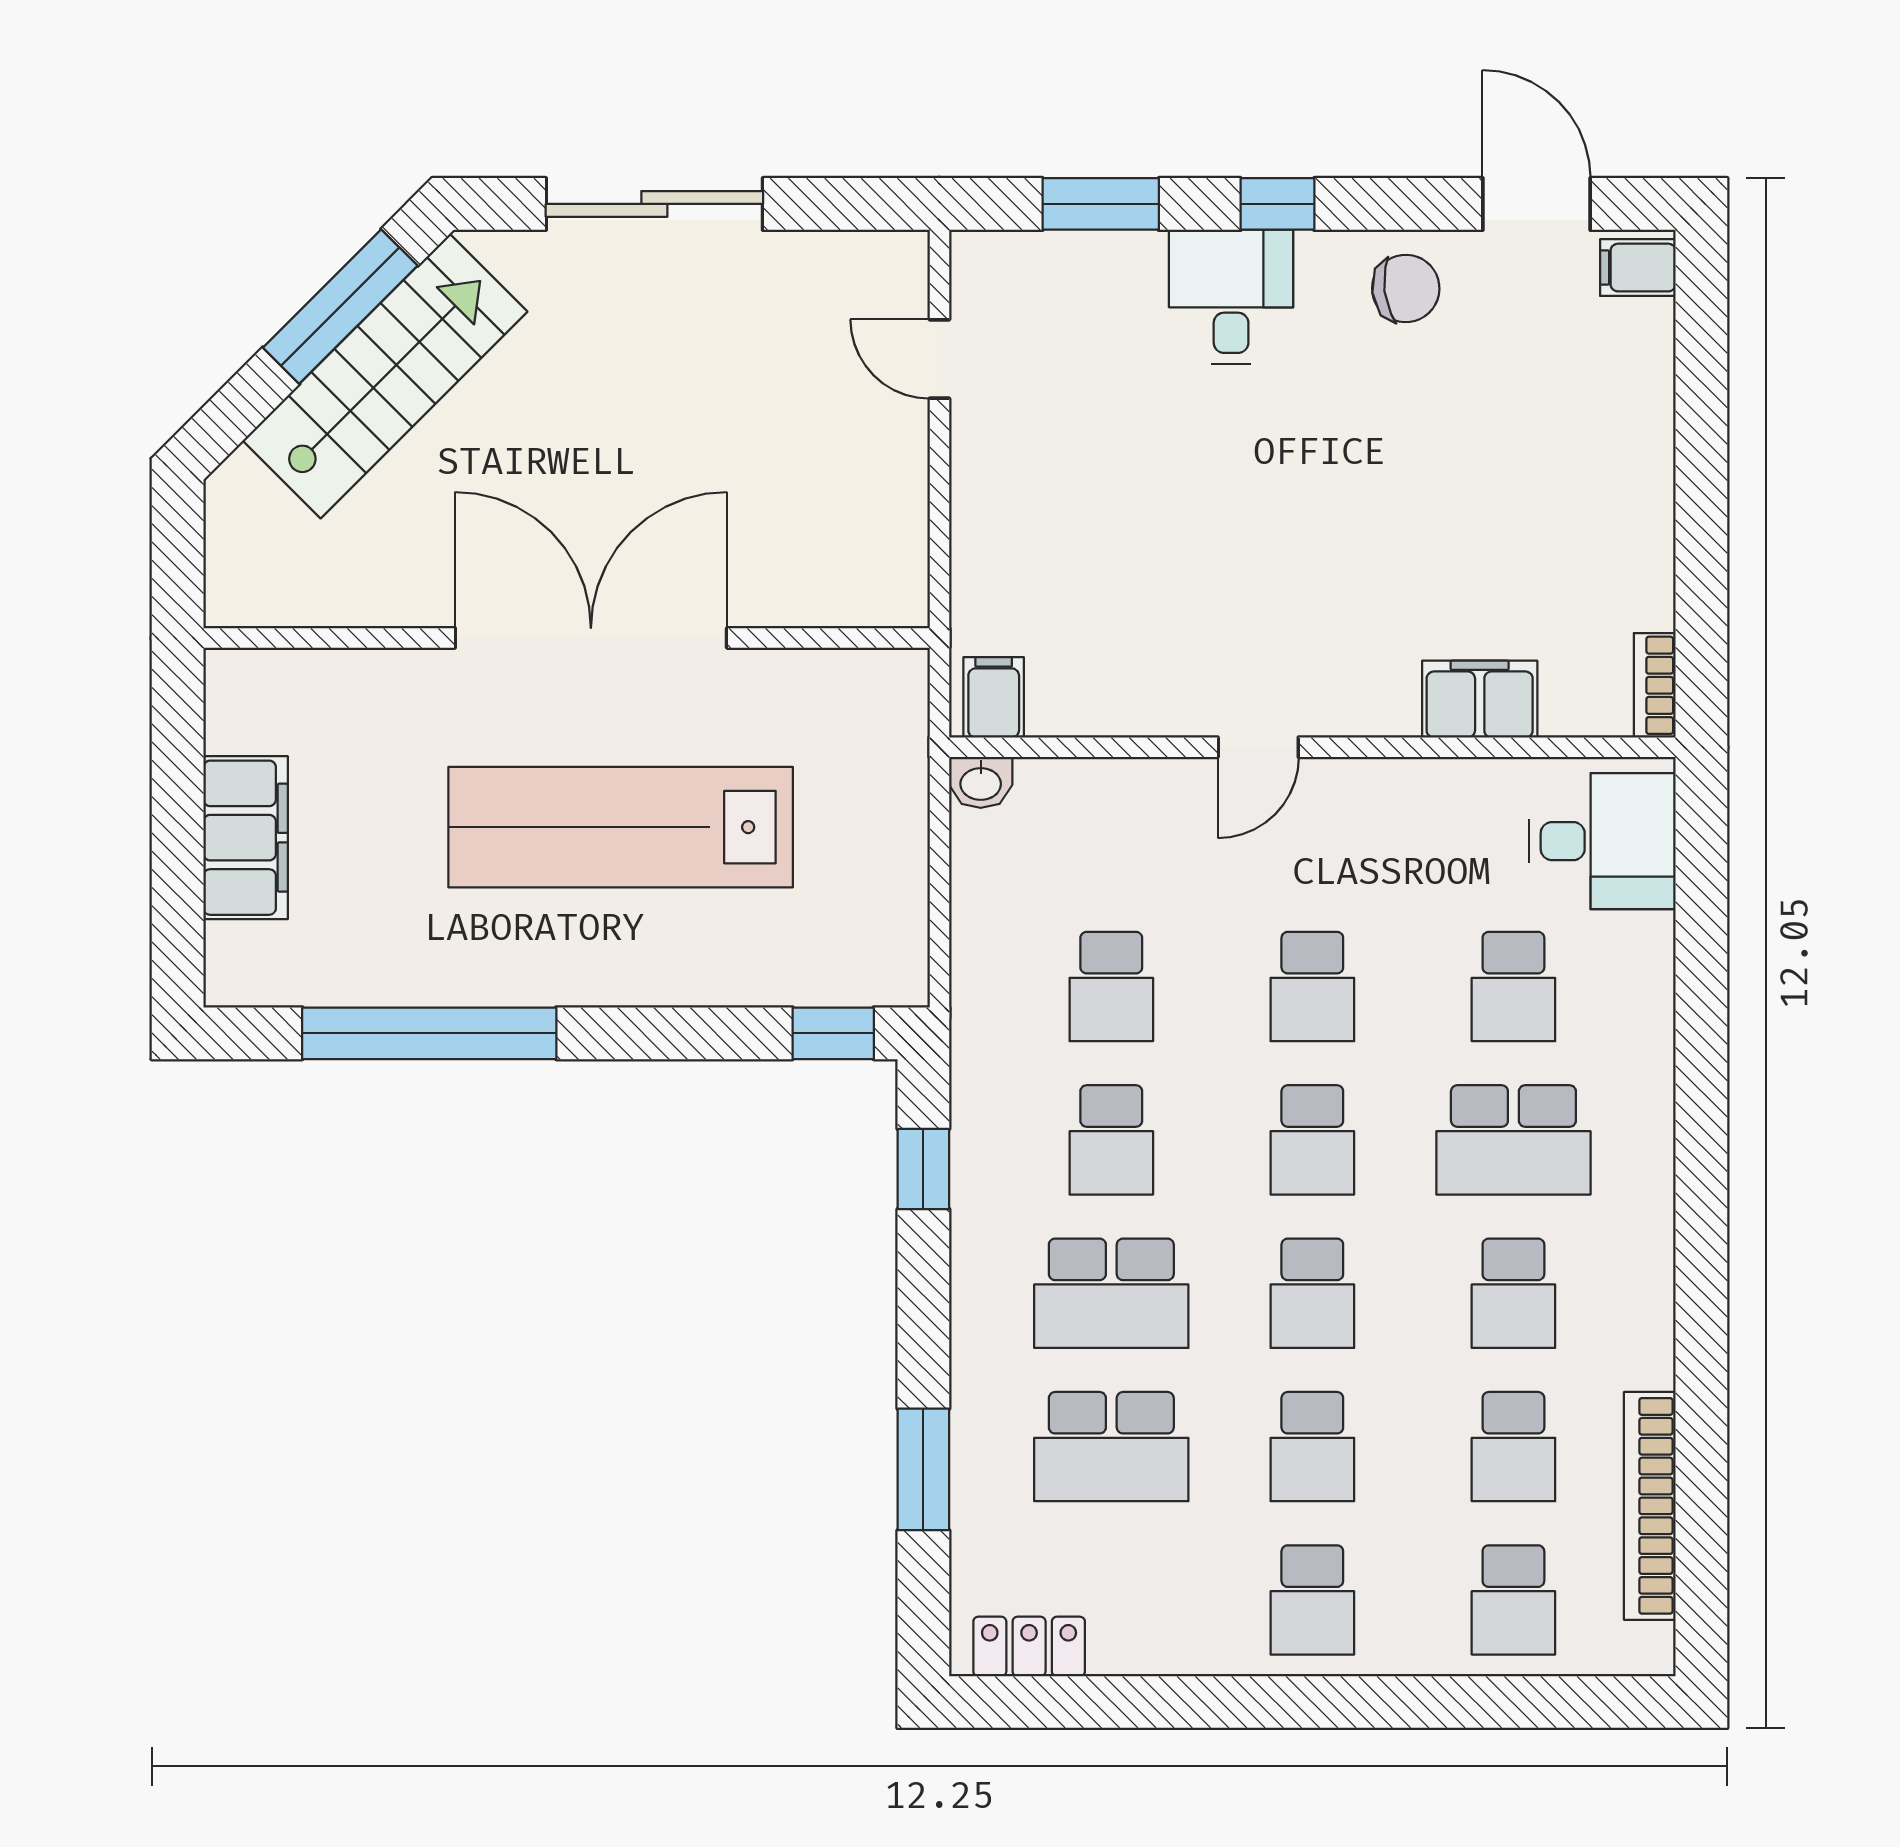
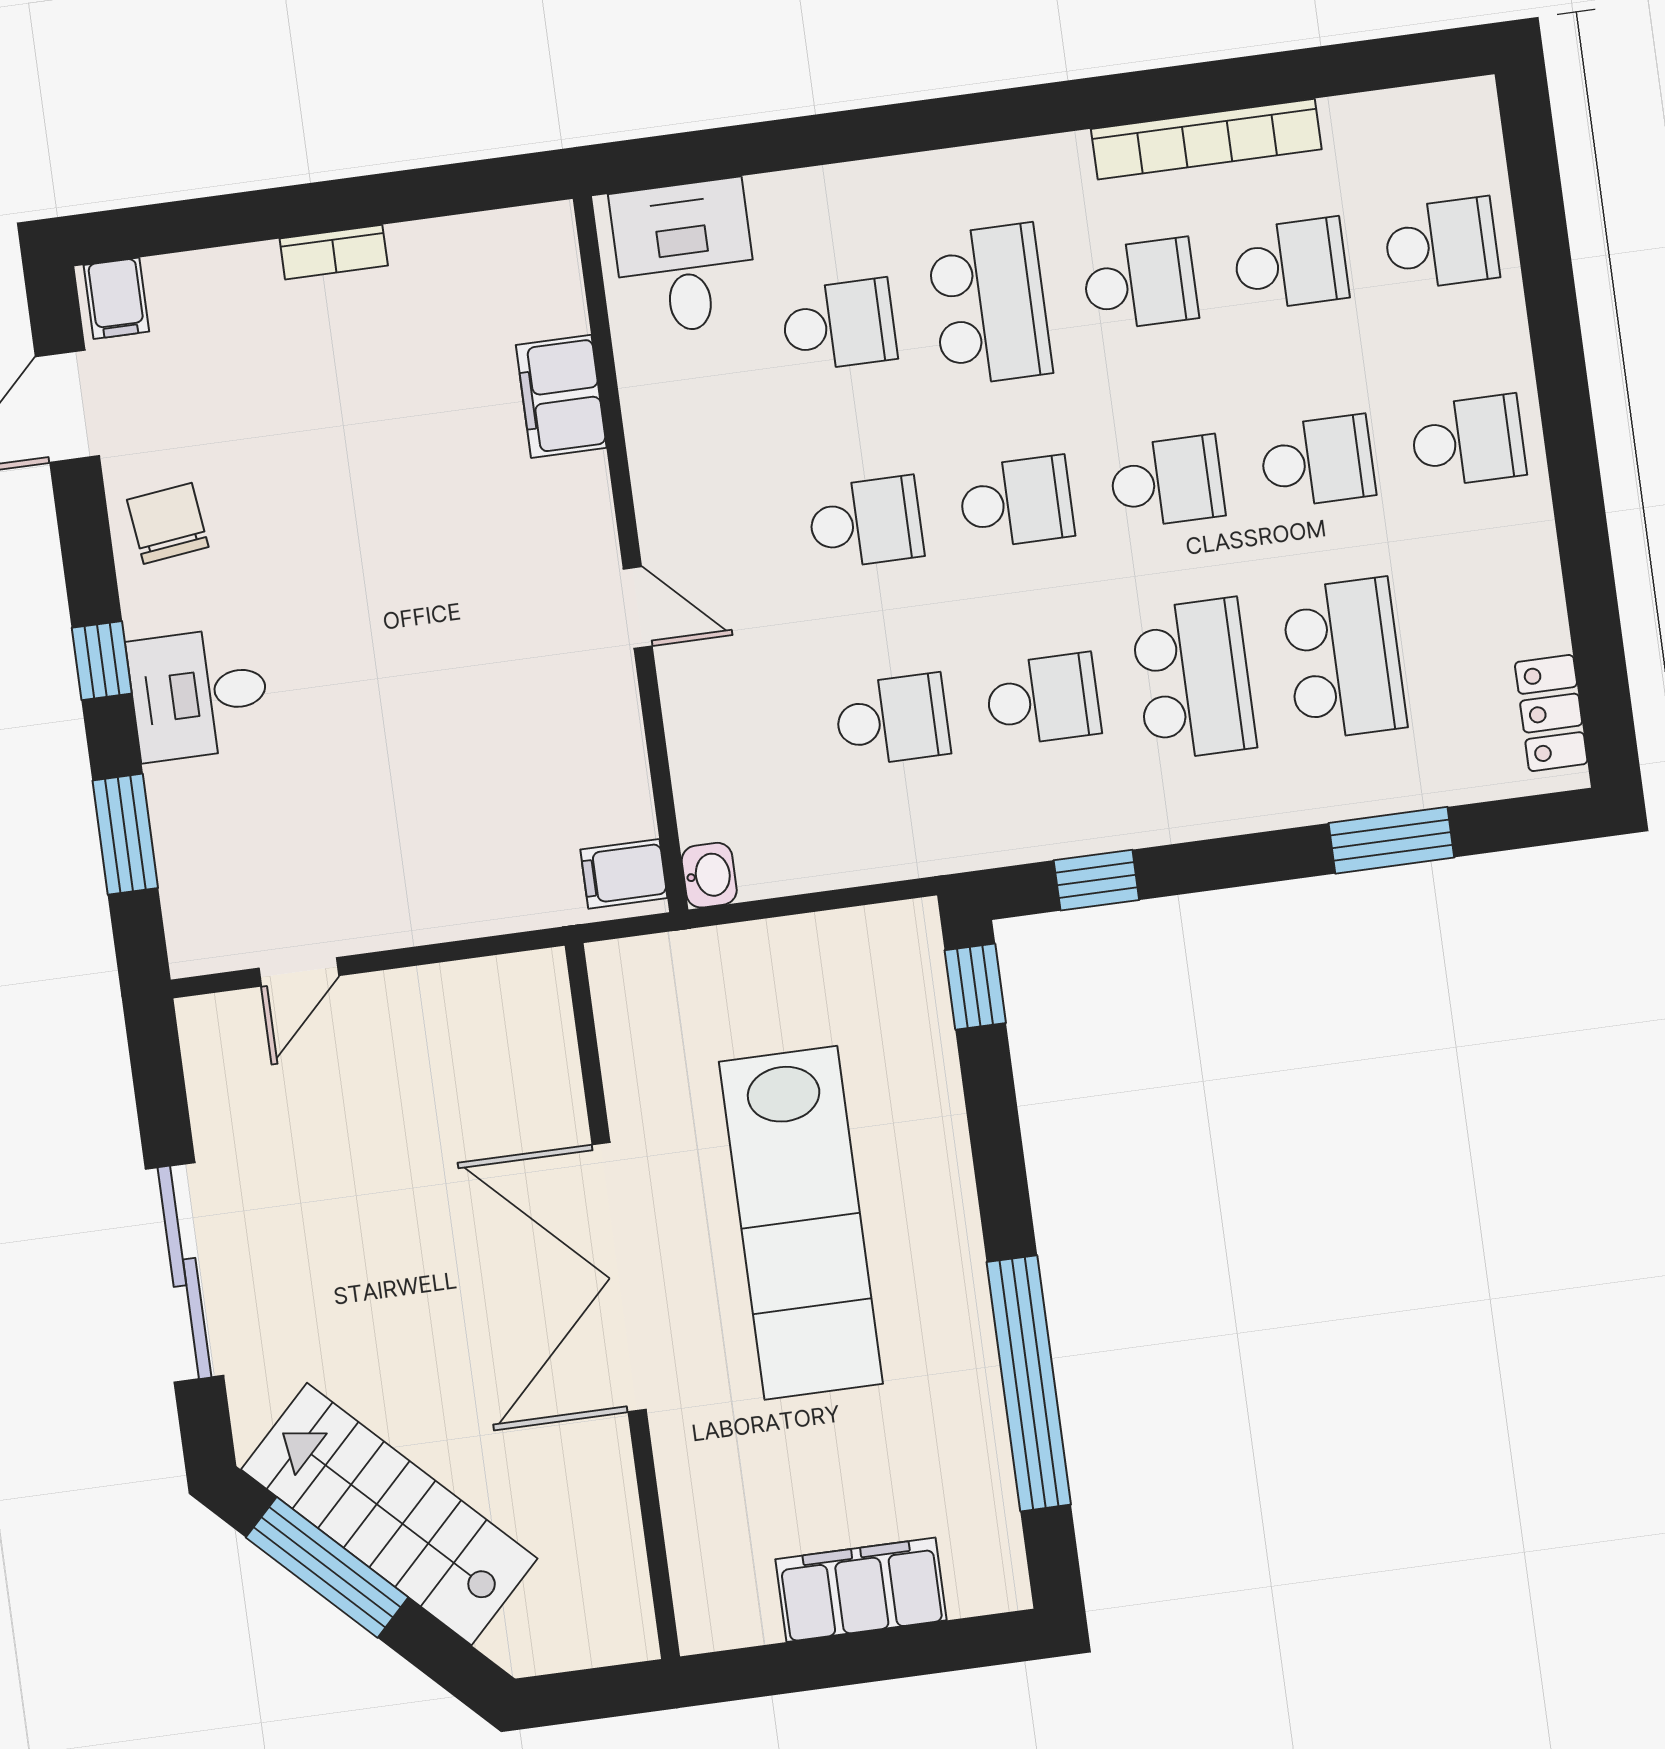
bookcase: (1655, 685) -> (334, 252), moved
bookcase: (1650, 1506) -> (1206, 139), moved

